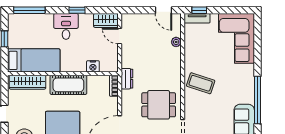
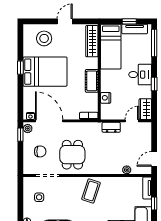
window: (199, 10) -> (154, 204), moved
tv unit: (13, 33) -> (135, 29), added
dresser: (127, 79) -> (111, 127), moved
cot: (68, 85) -> (92, 81), width x0.73, depth x0.75

